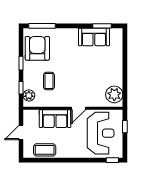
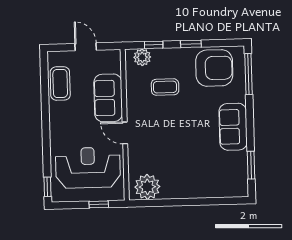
sofa: (94, 37) -> (233, 127), moved
reception desk: (101, 133) -> (88, 168), turned 180

